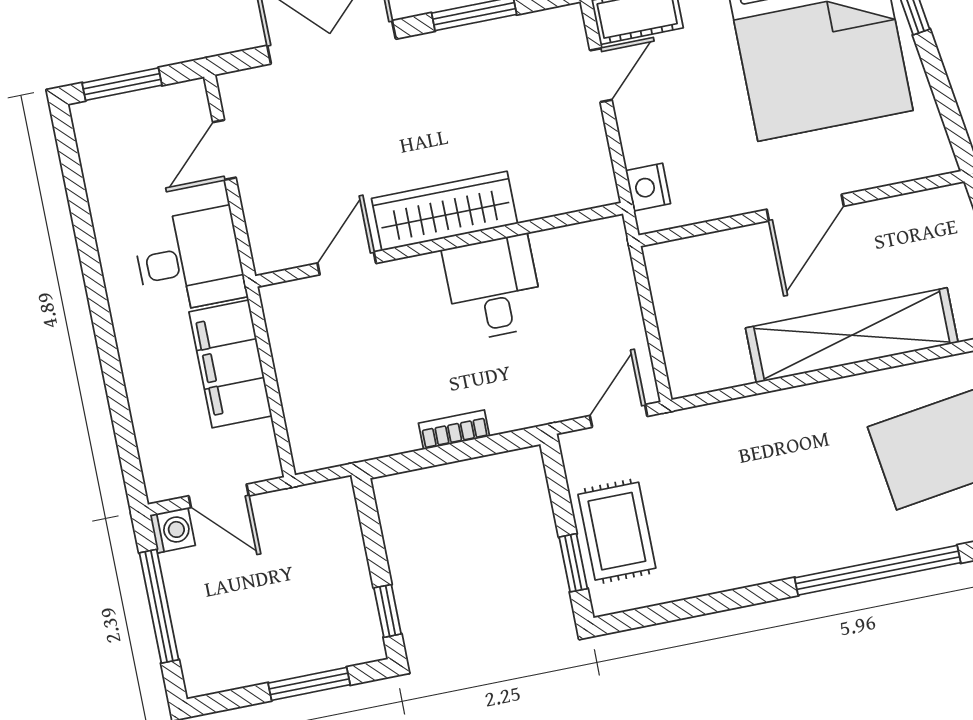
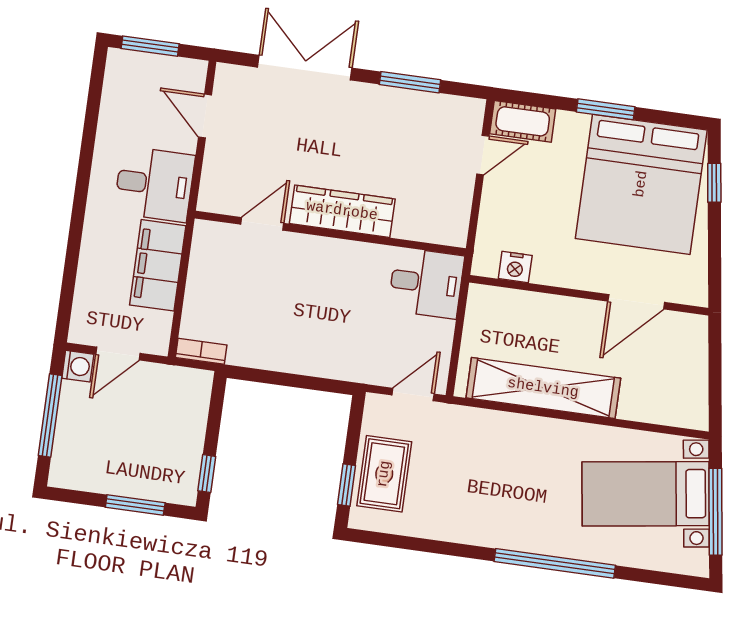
door: (224, 150) -> (205, 116), hinge flipped
nightstand: (648, 187) -> (515, 267), moved, turned -90
door: (805, 208) -> (636, 302), moved
desk: (493, 288) -> (426, 283), moved, turned 90
shelving: (852, 335) -> (543, 388), moved
bookcase: (454, 430) -> (201, 351), moved
door: (219, 496) -> (118, 354), hinge flipped

